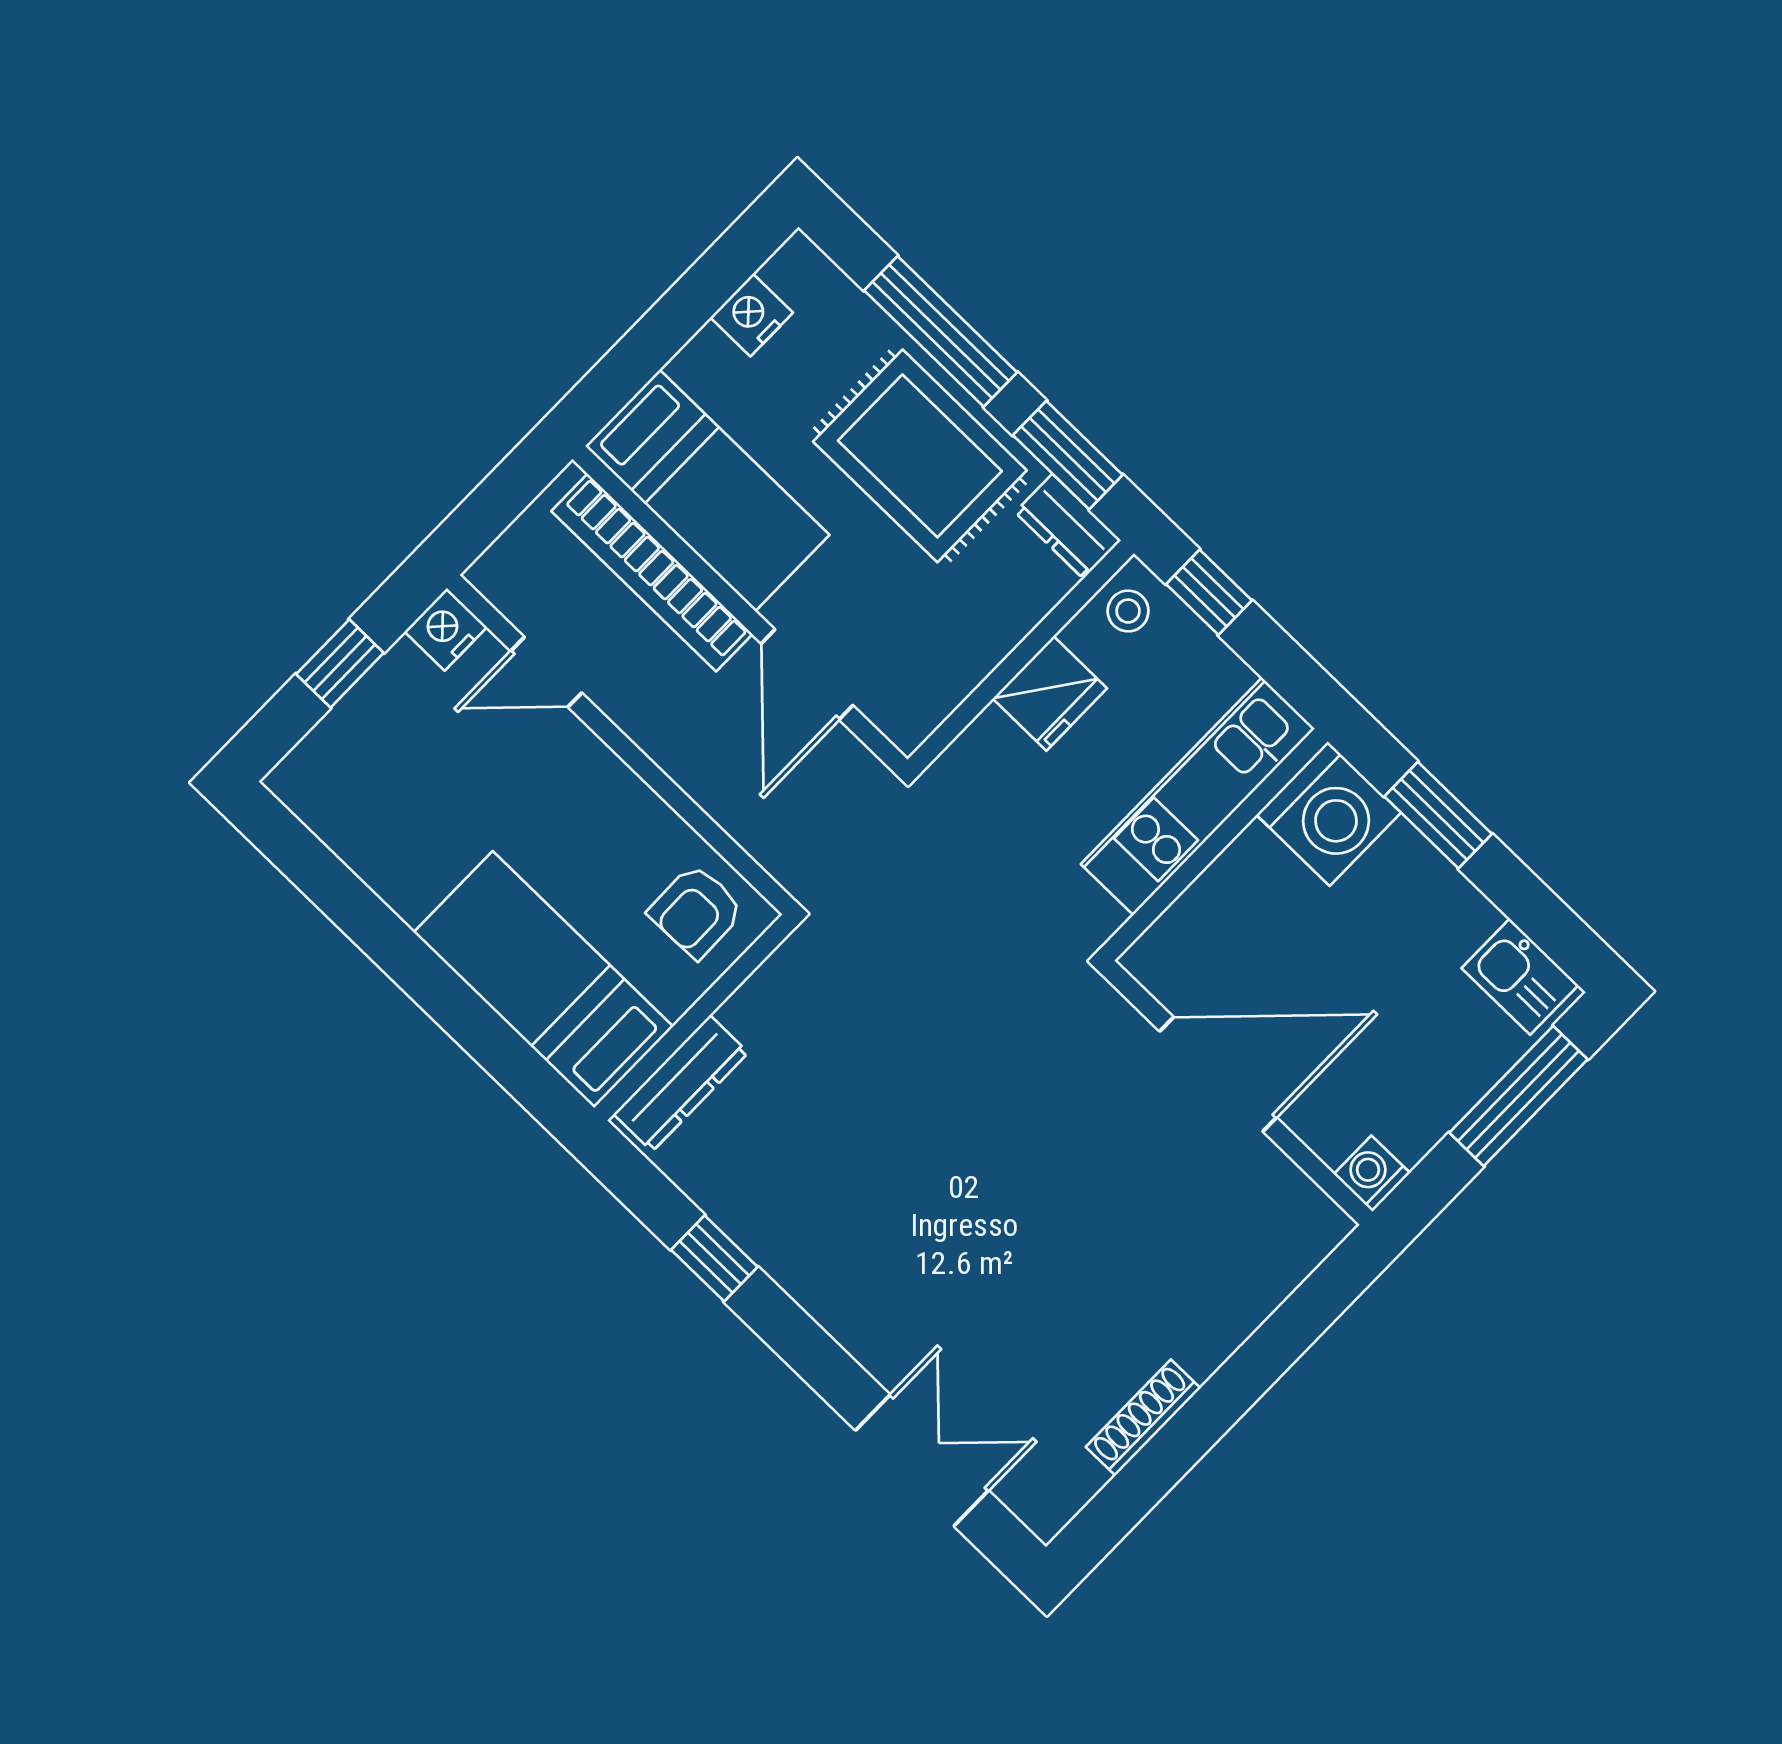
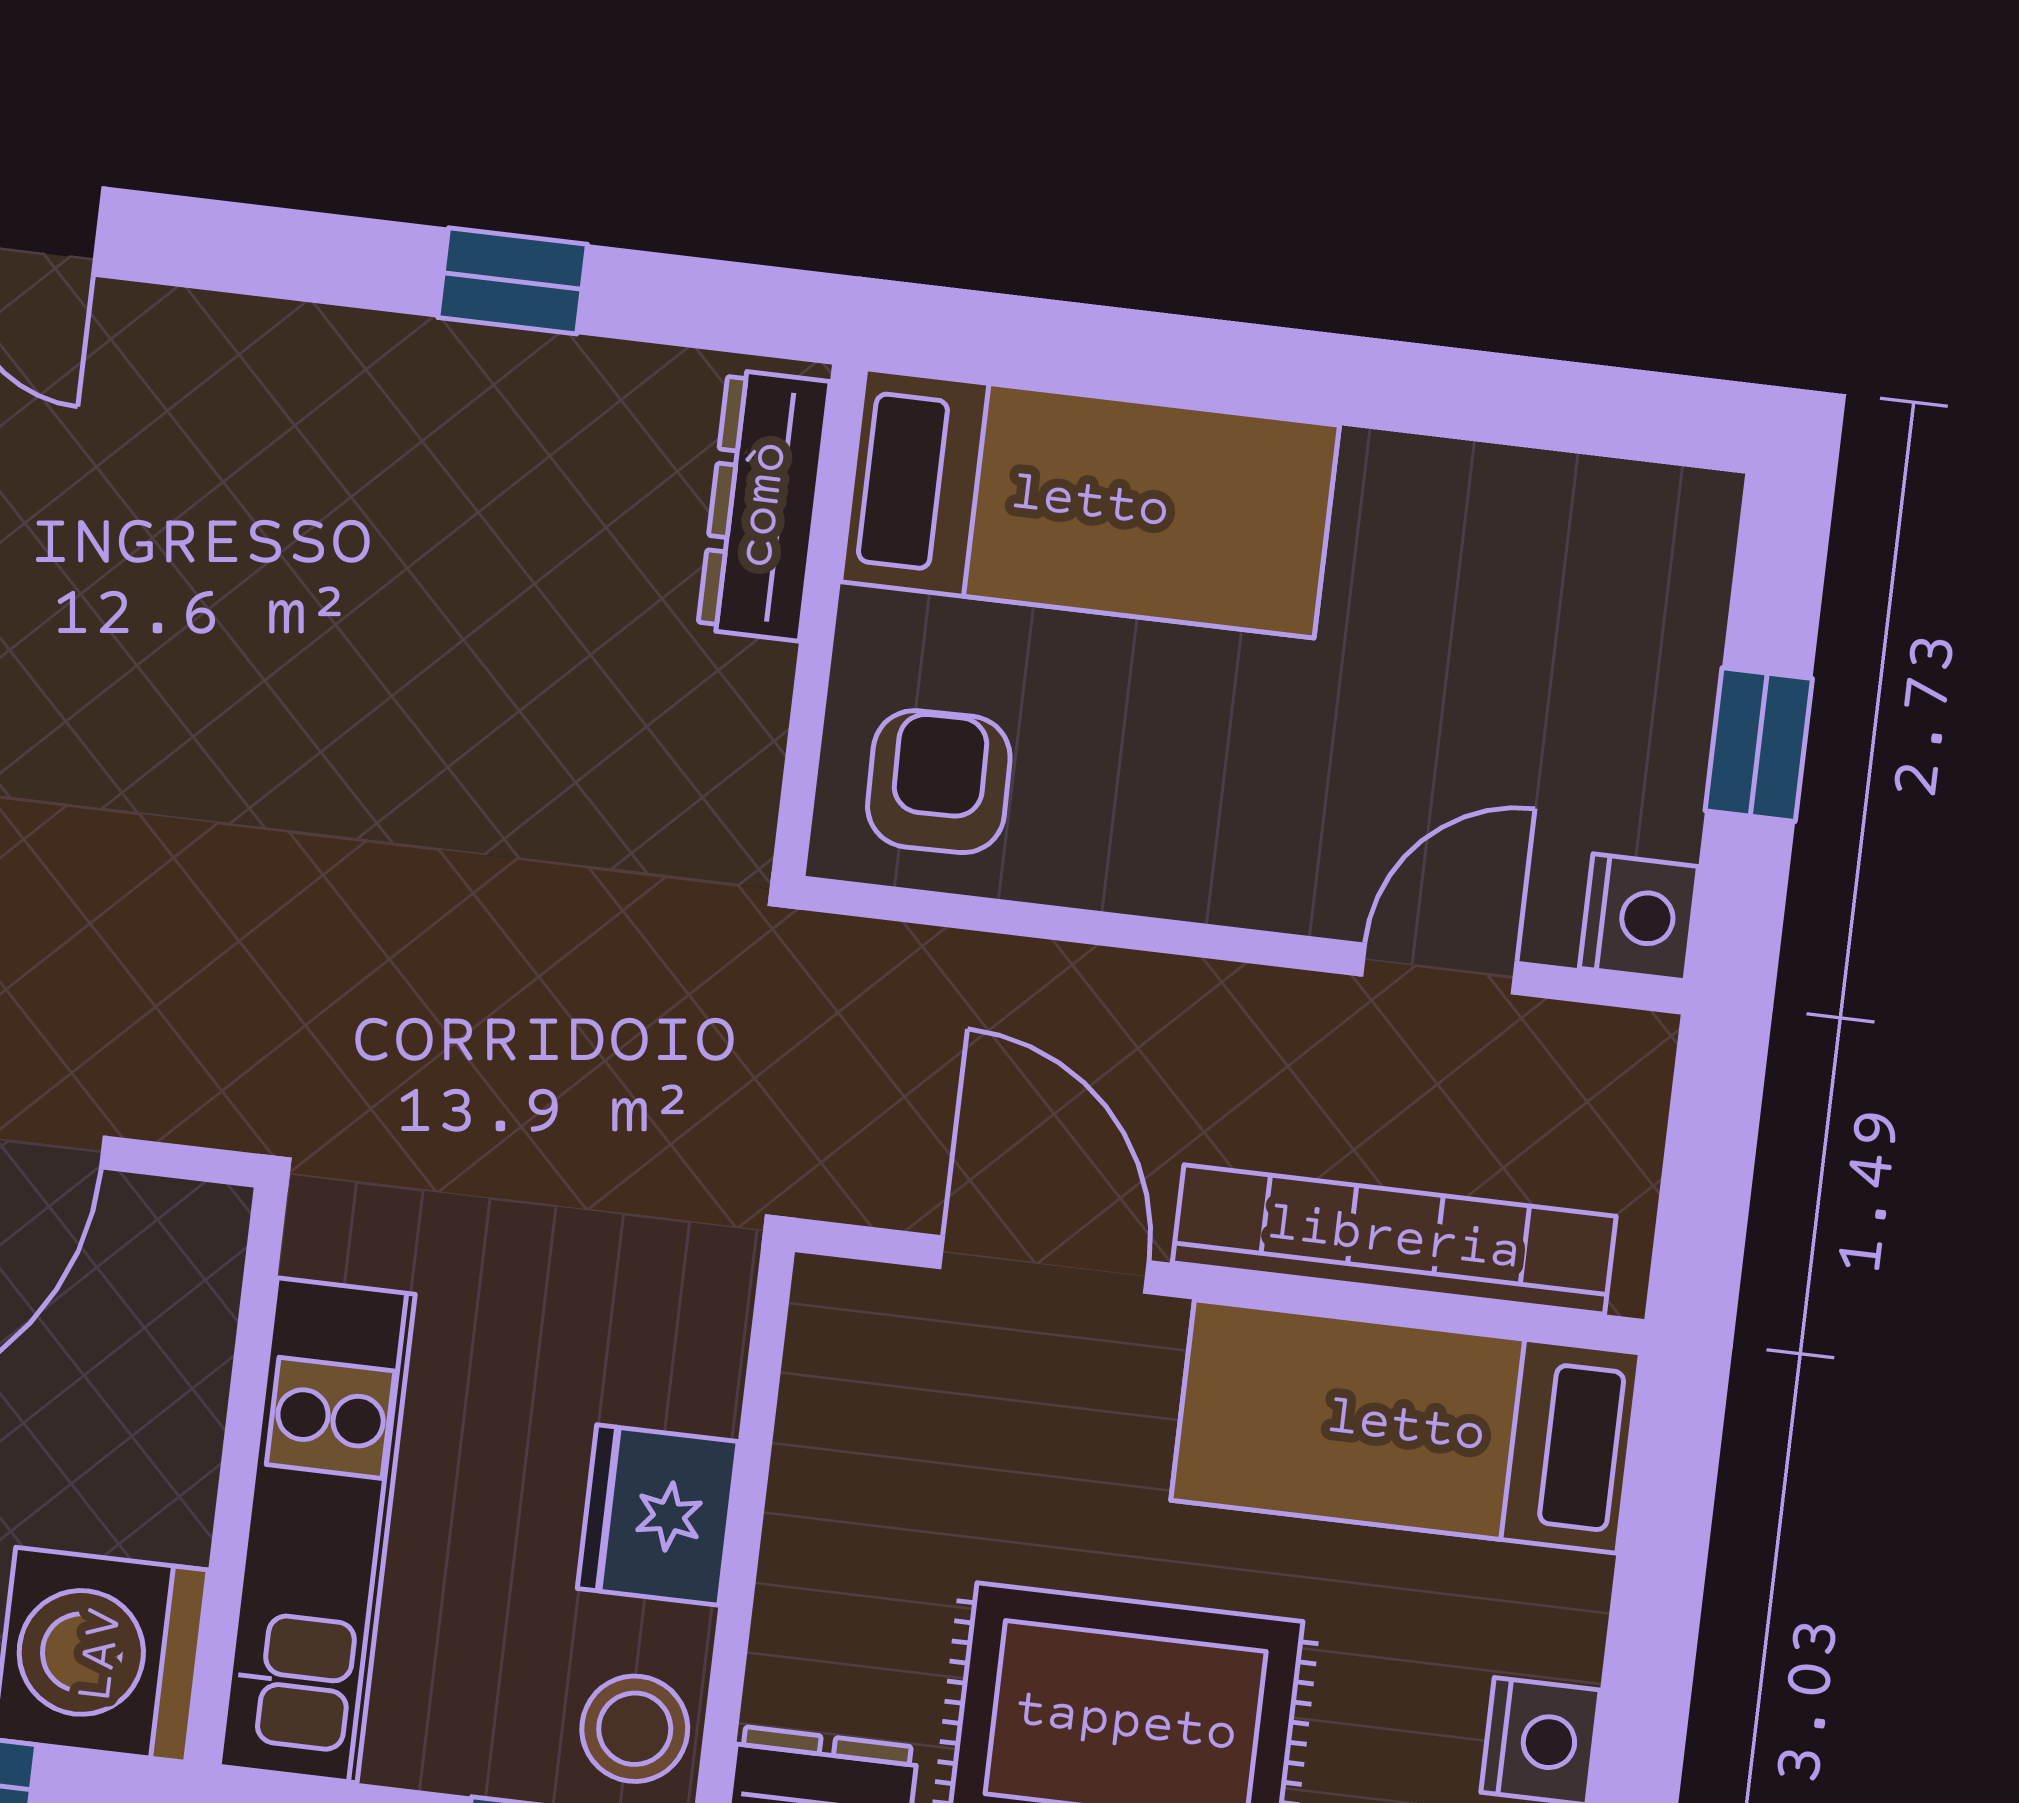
stool: (1128, 611) -> (635, 1729), width x1.37, depth x1.37

